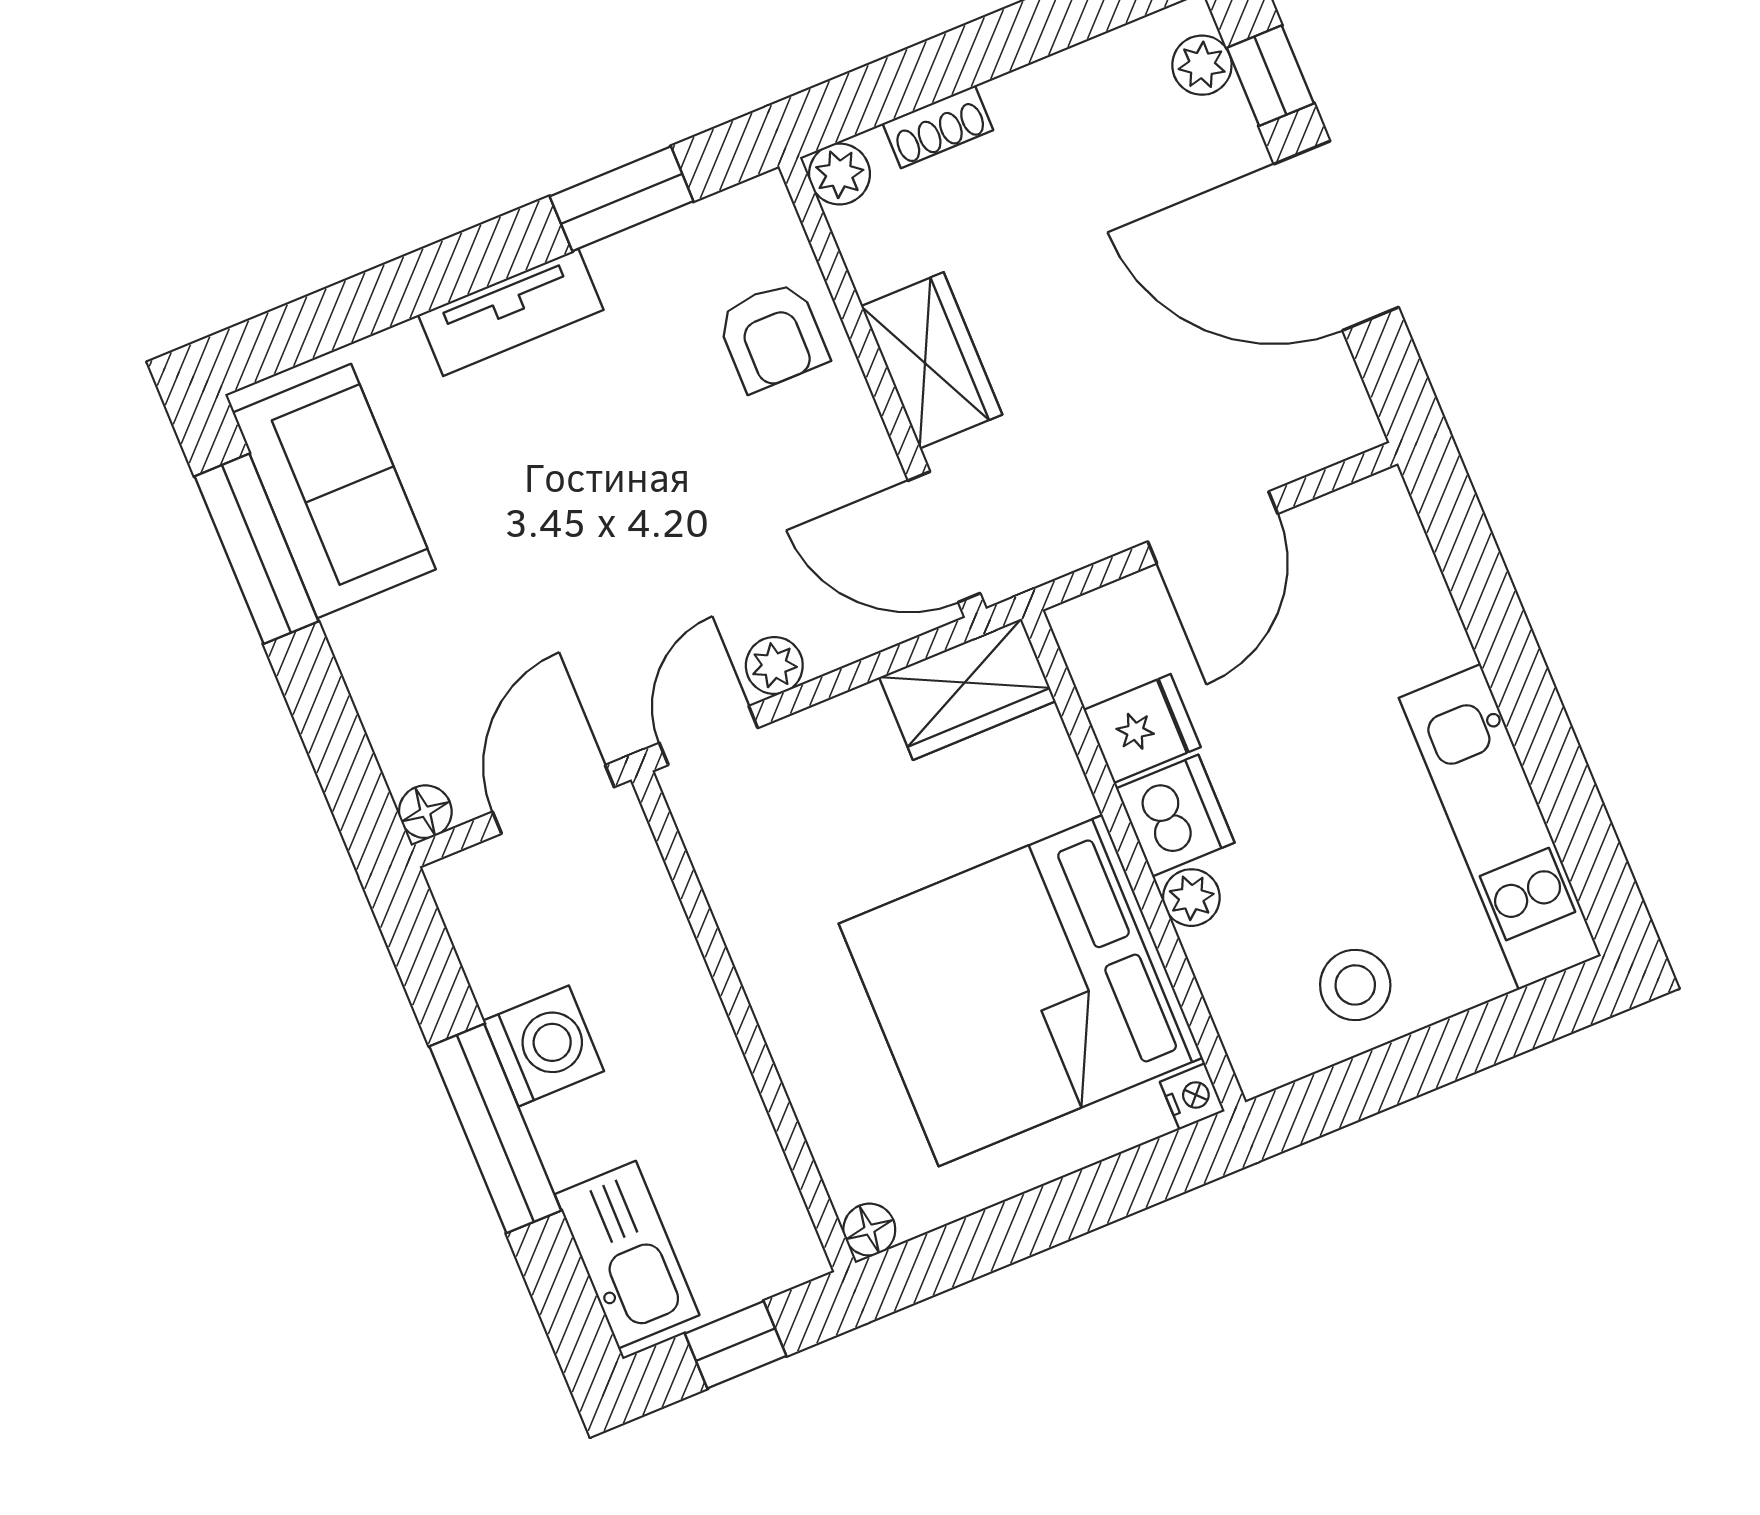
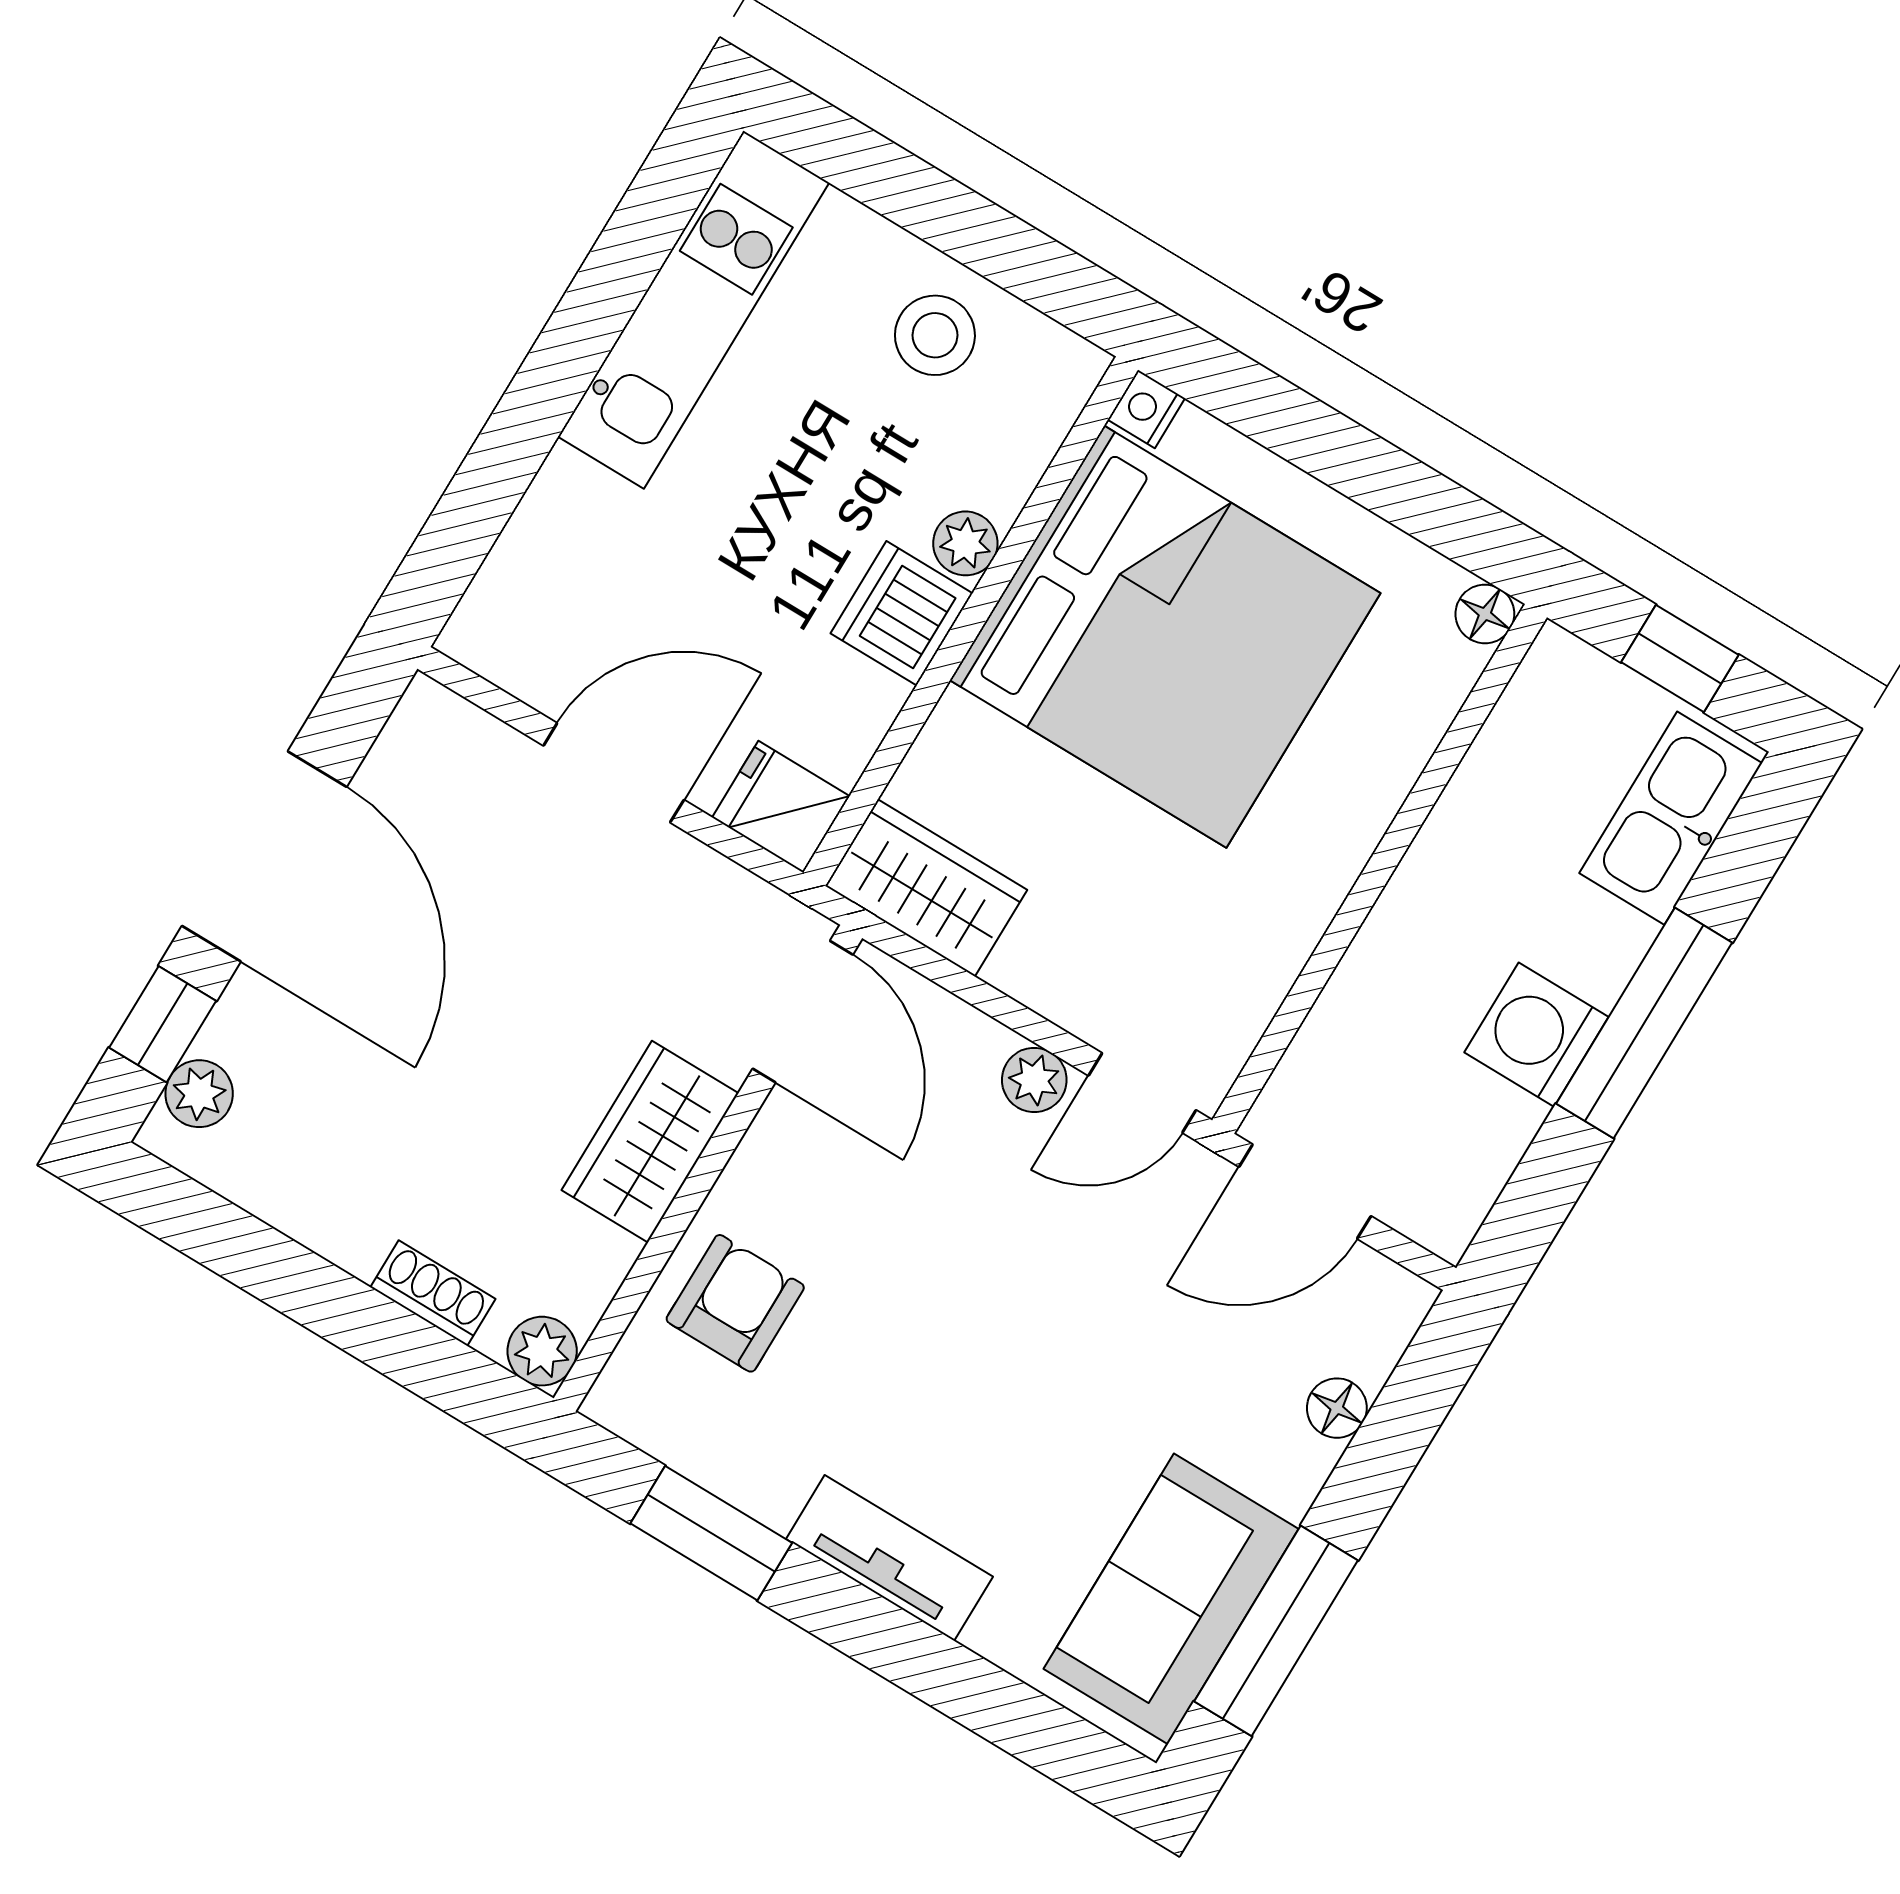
fridge: (1142, 728) -> (781, 807), moved
floor lamp: (425, 812) -> (1337, 1408), moved

